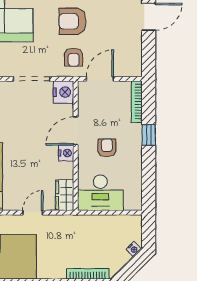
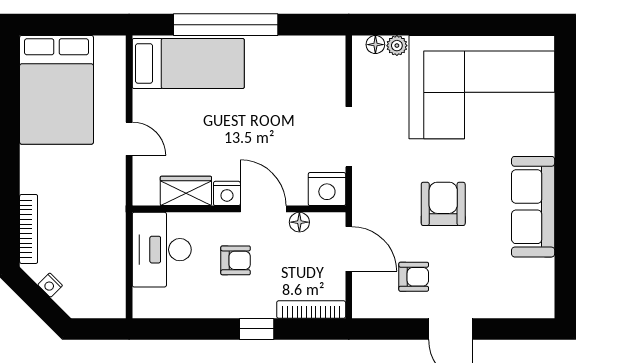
armchair: (74, 57) -> (414, 277), moved, turned 180
floor lamp: (84, 109) -> (299, 222), added
wardrobe: (65, 195) -> (186, 191), moved
nightstand: (134, 249) -> (50, 285), moved

